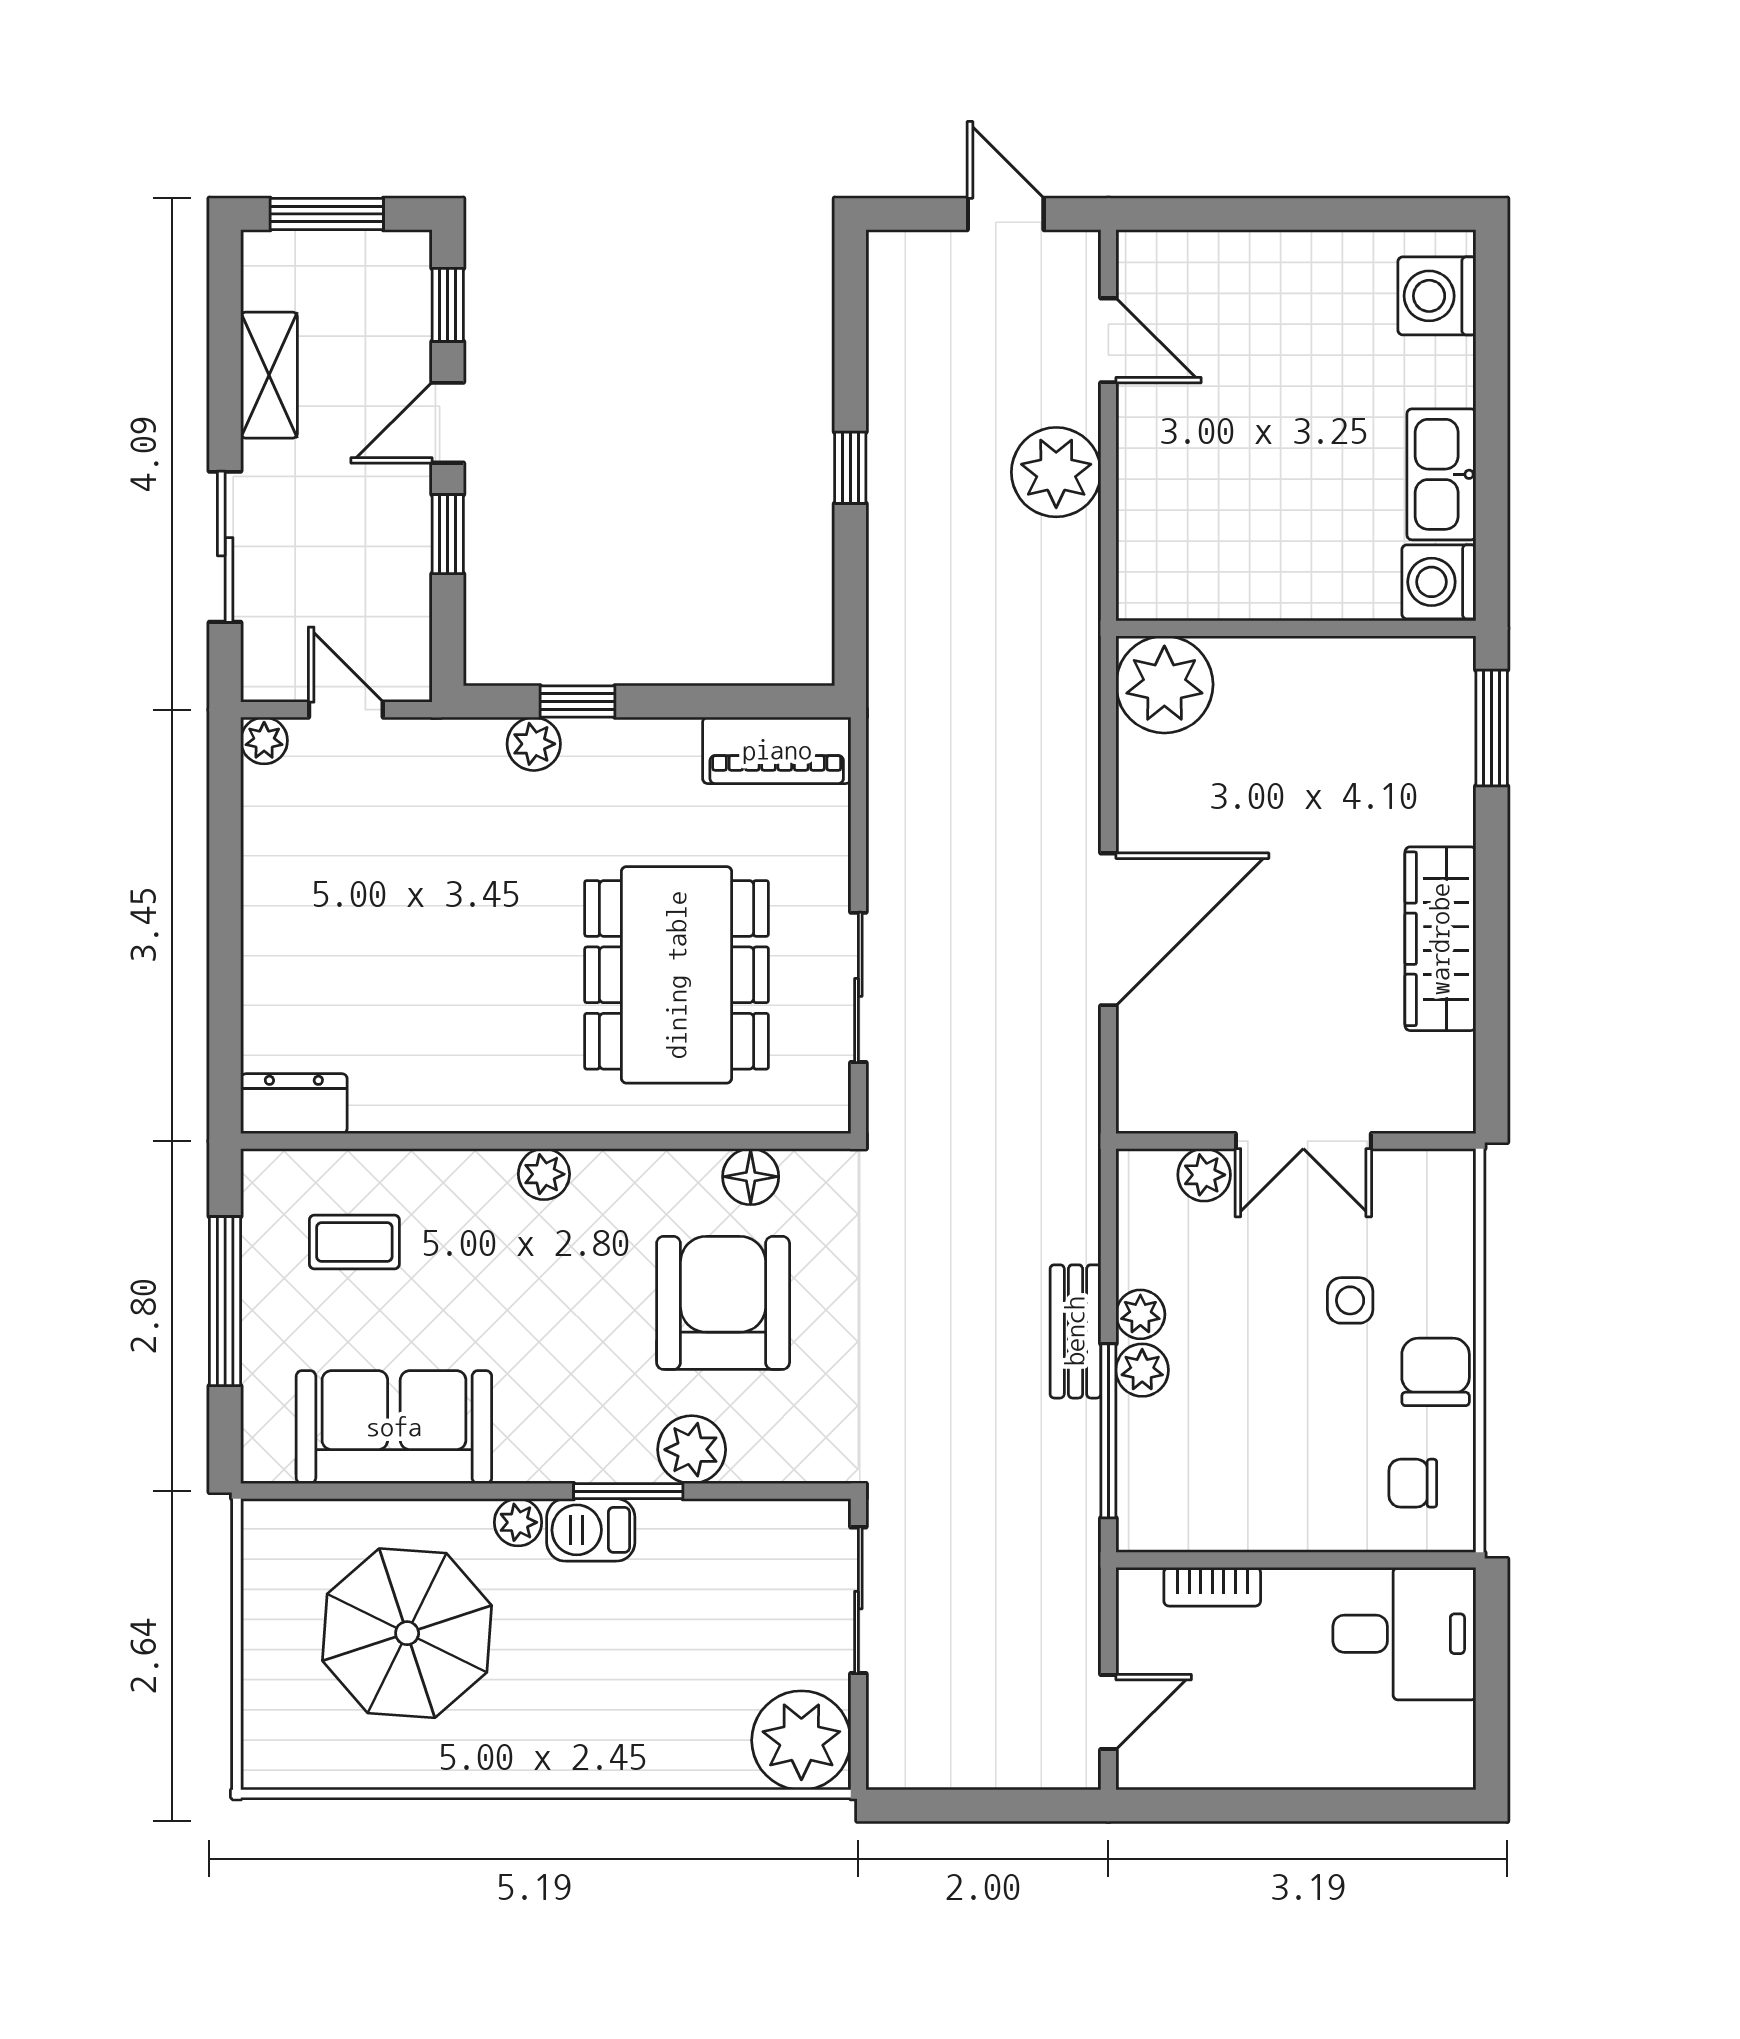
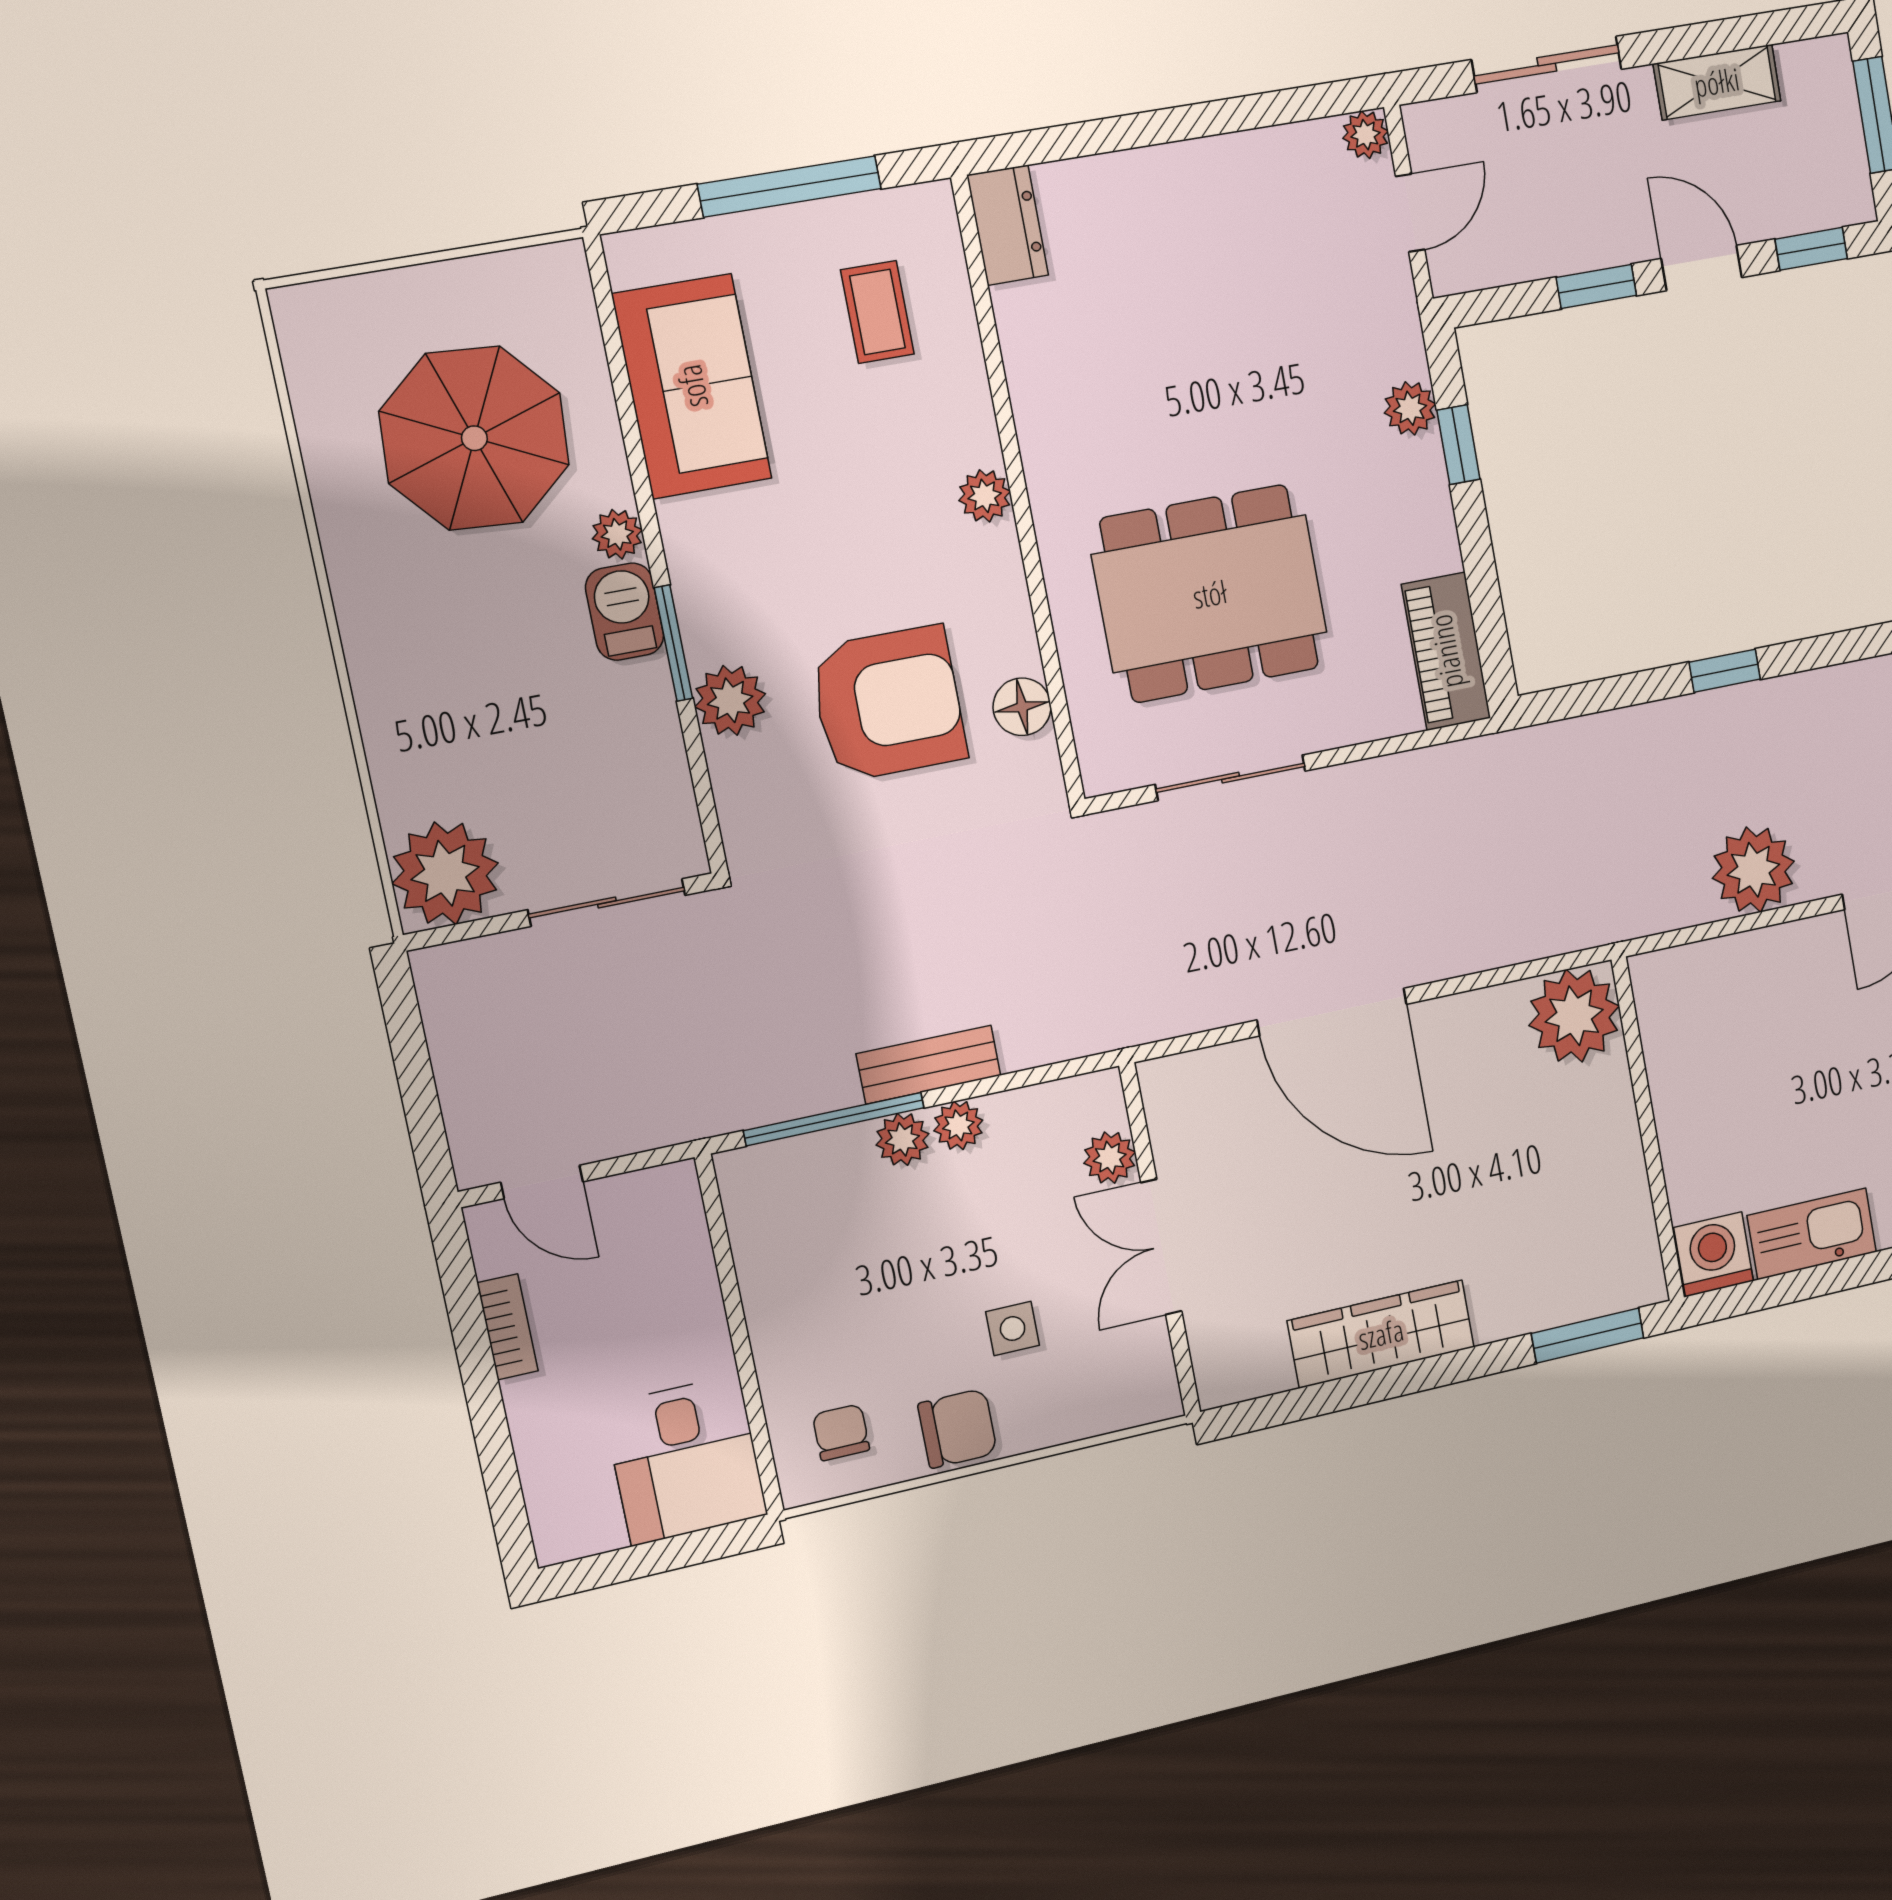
bookcase: (1212, 1587) -> (508, 1327), moved, turned 180

